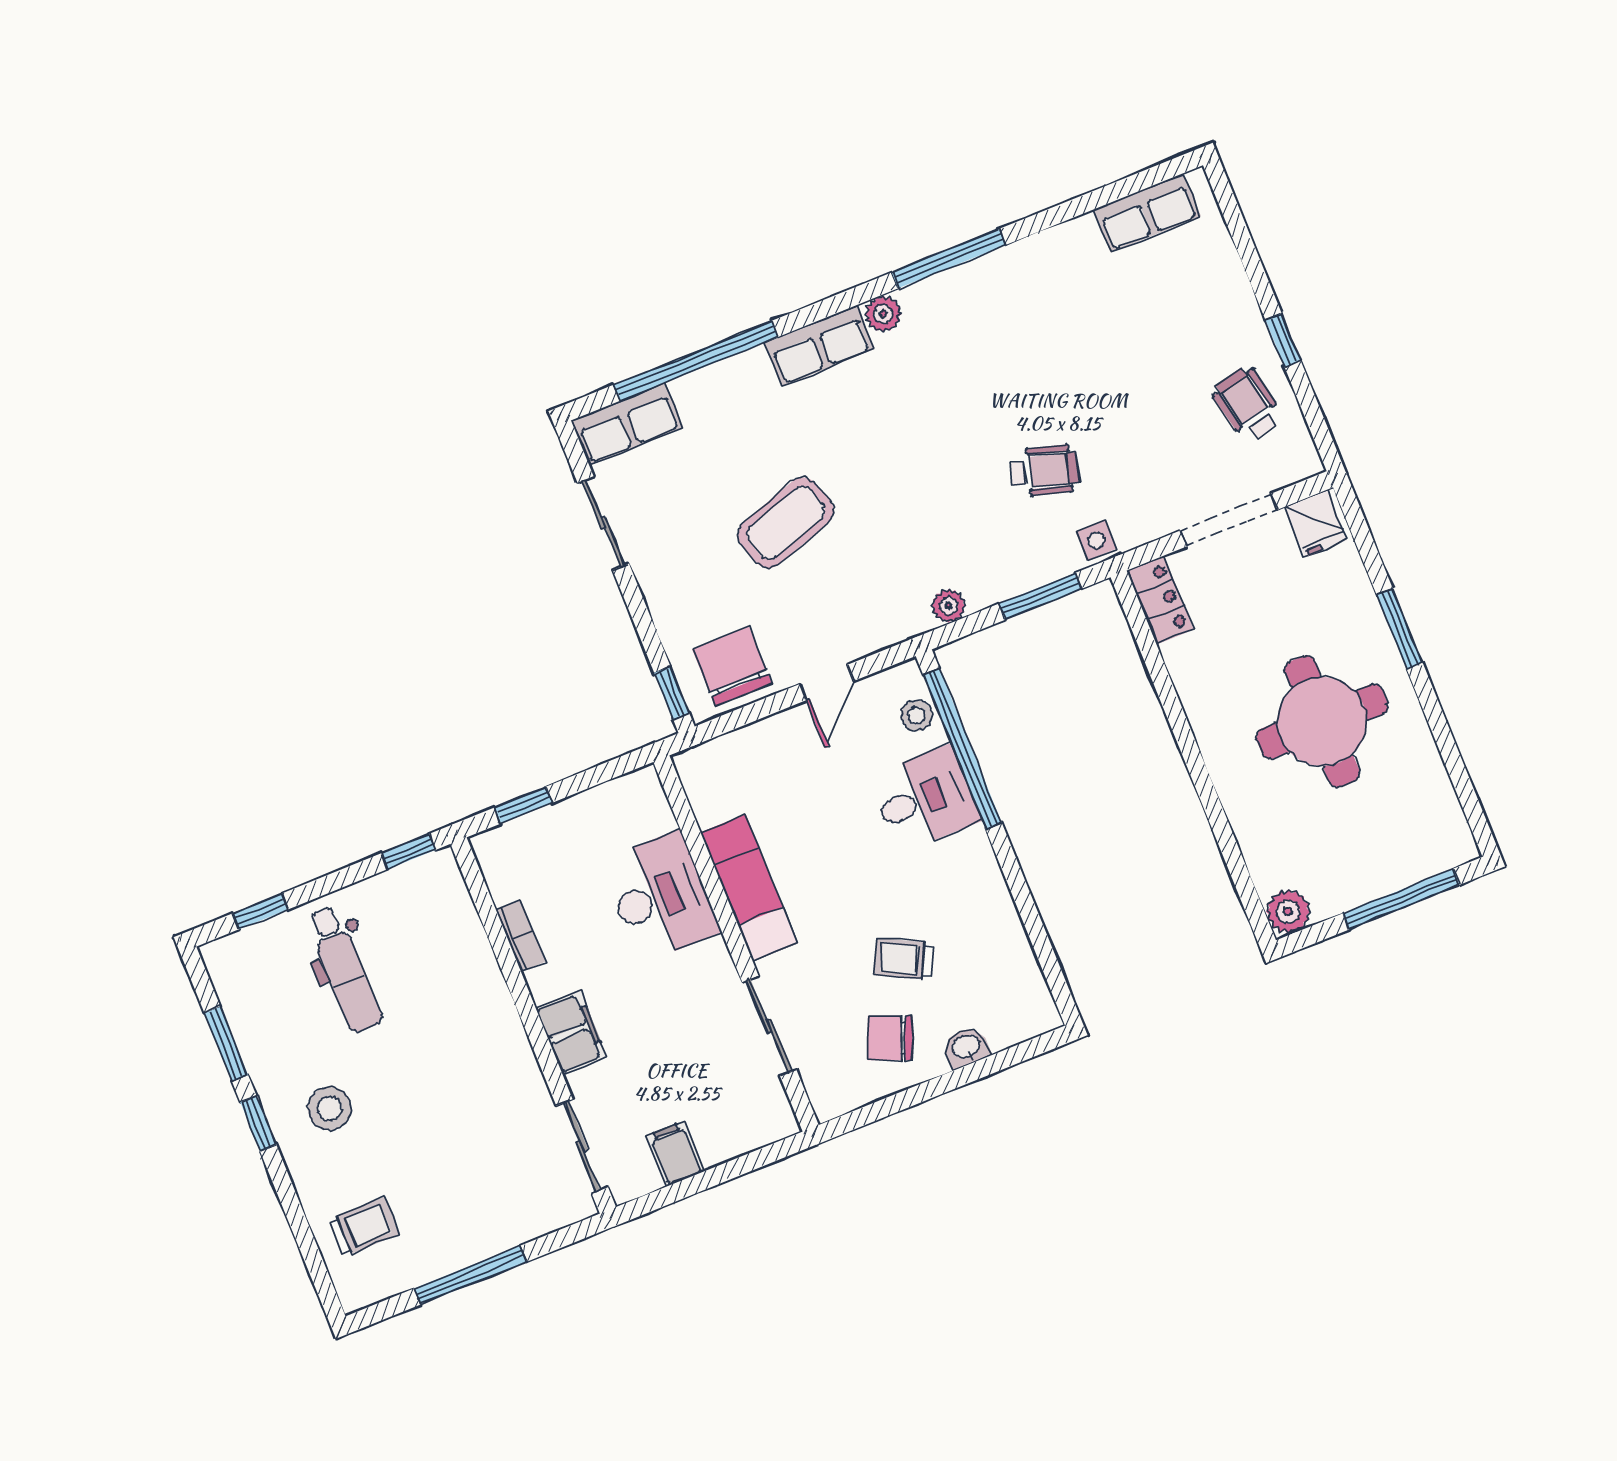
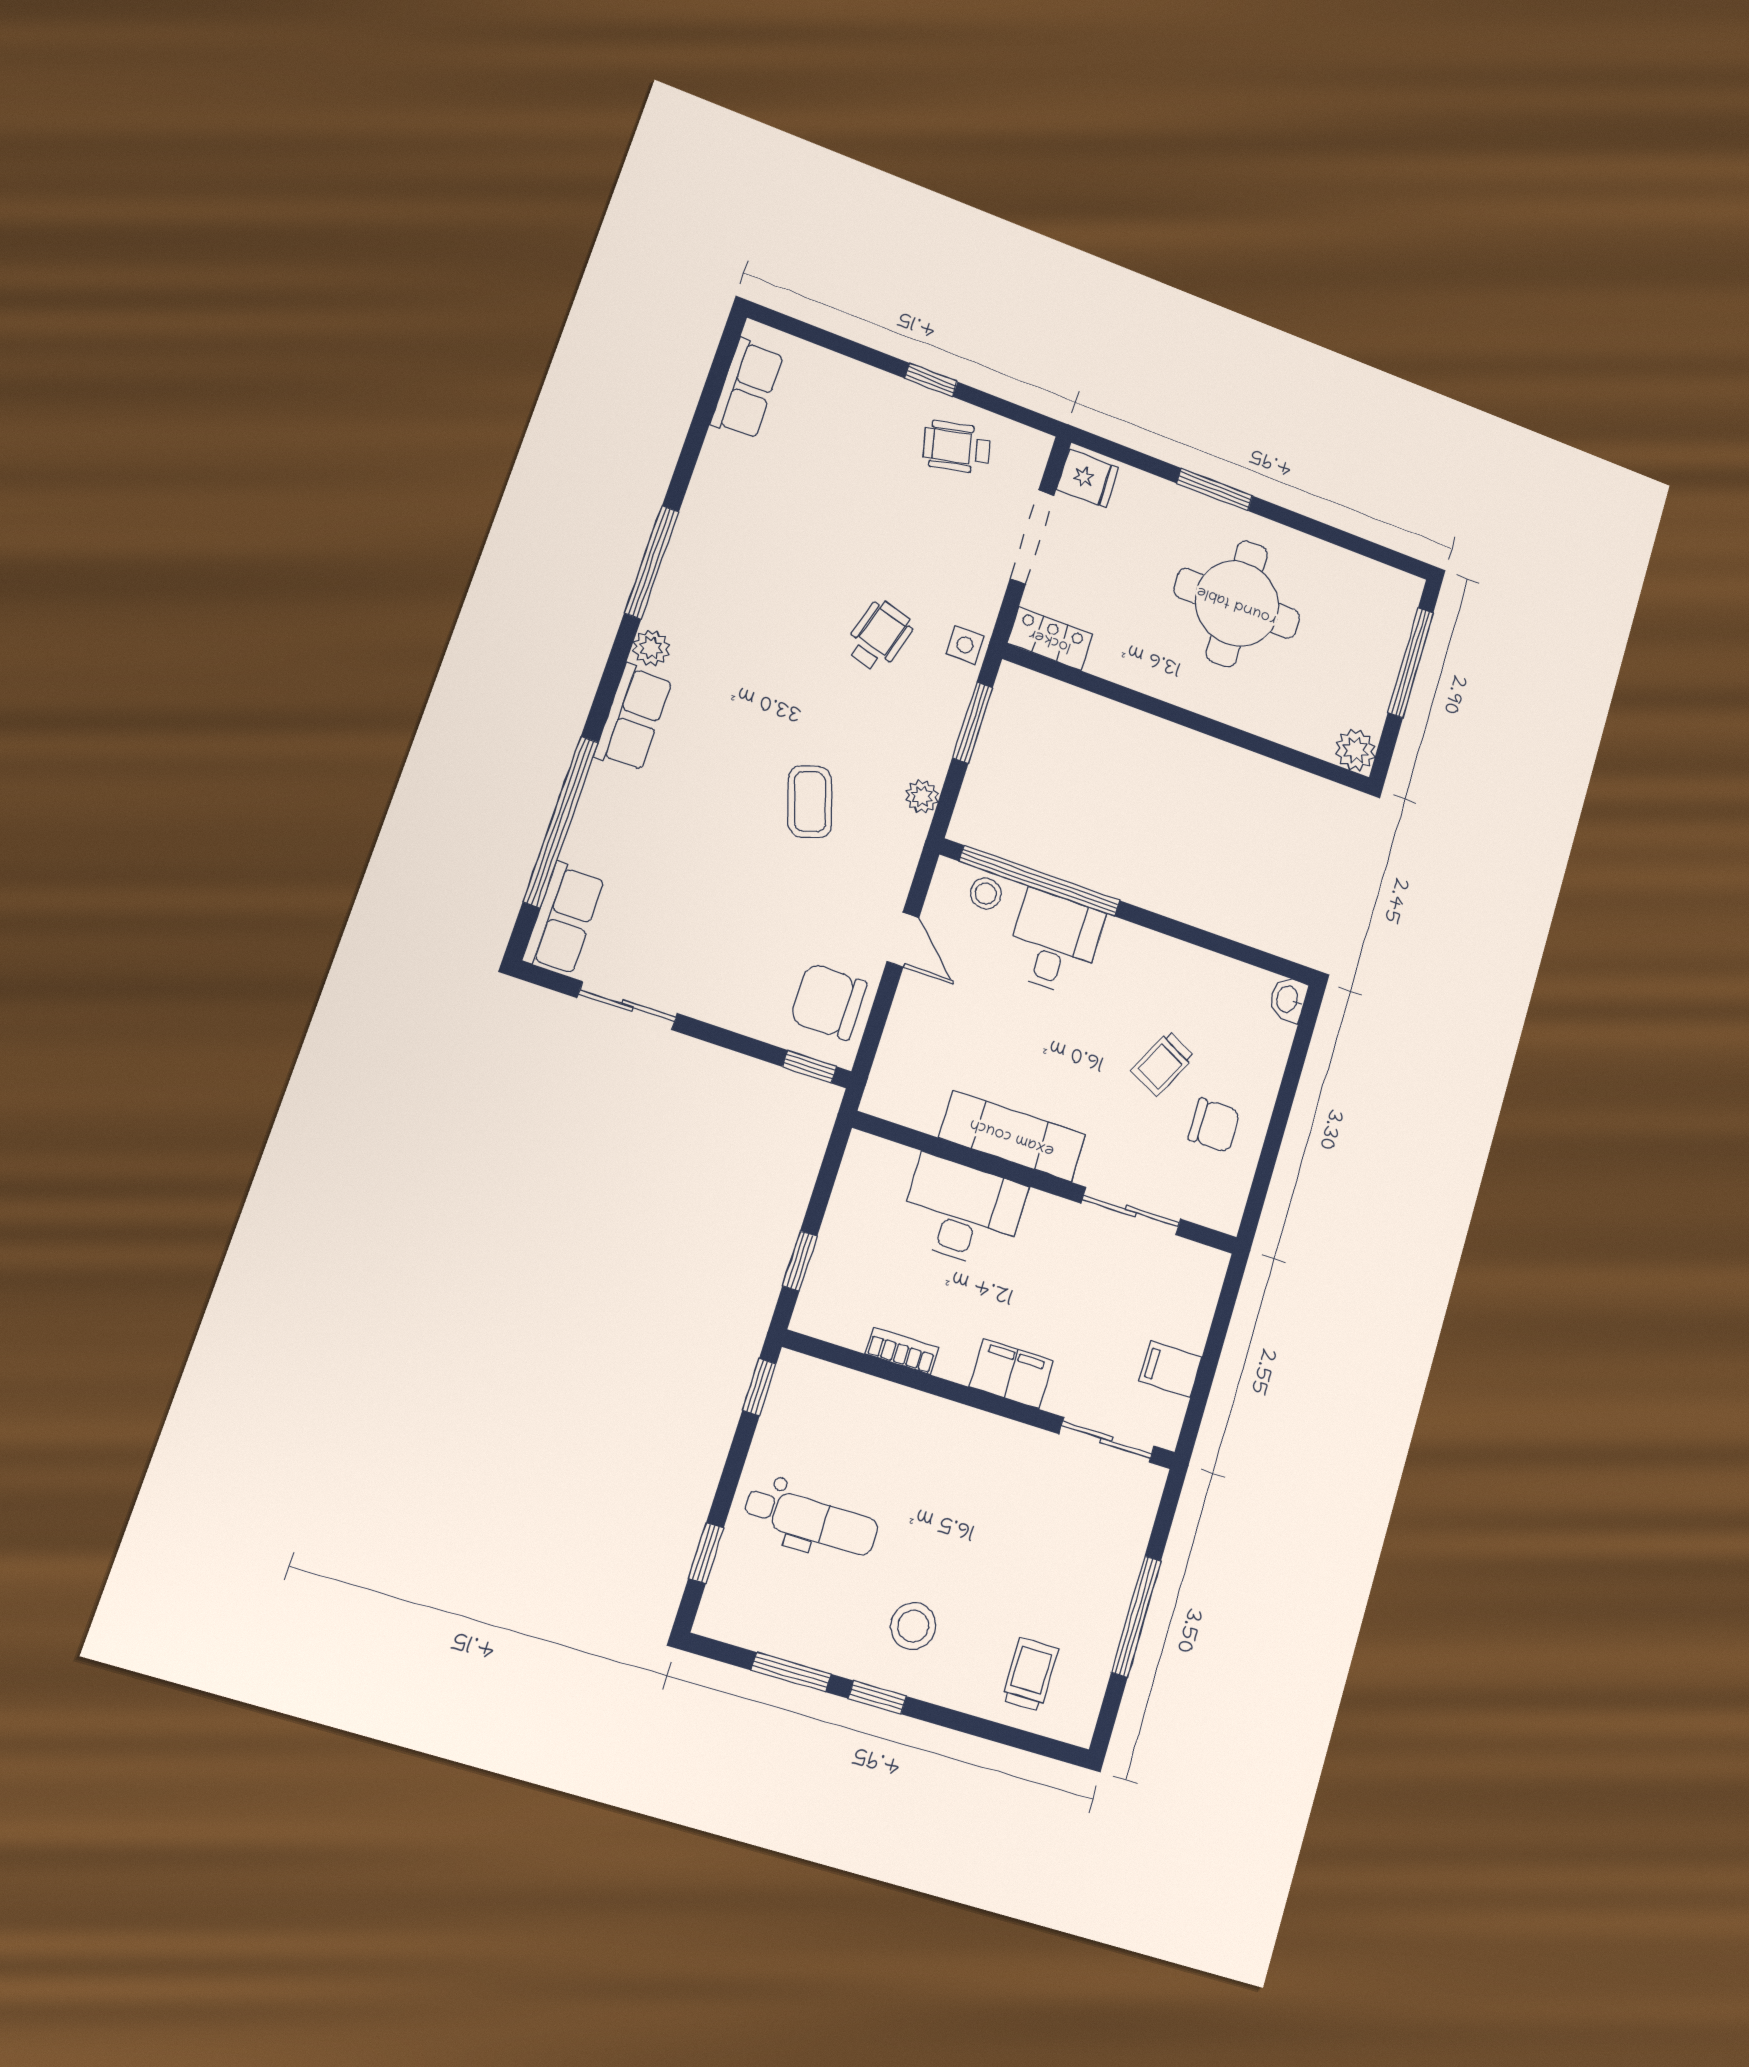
coffee table: (786, 523) -> (810, 802), moved, width x0.73, depth x0.77
chair: (890, 1038) -> (1214, 1125), turned -112
washbasin: (966, 1047) -> (1288, 999), moved

